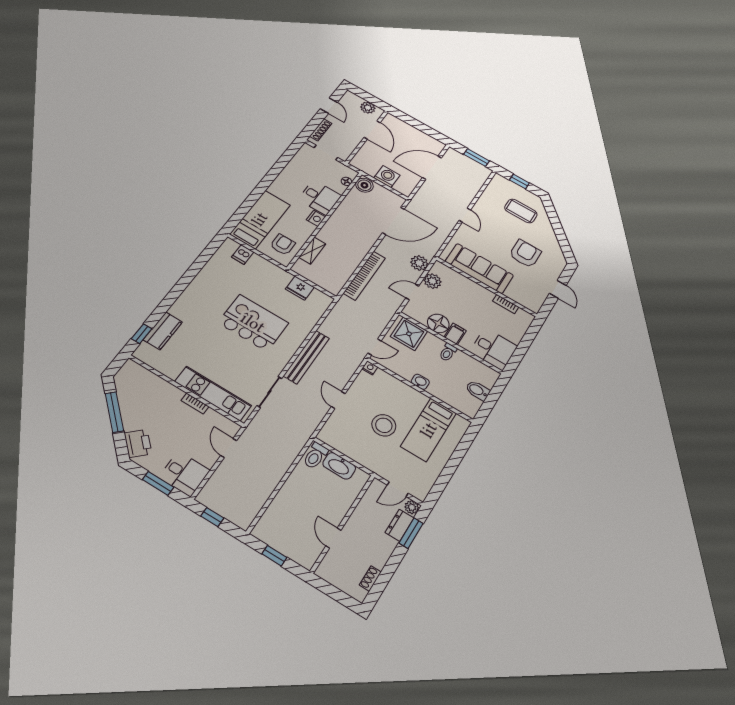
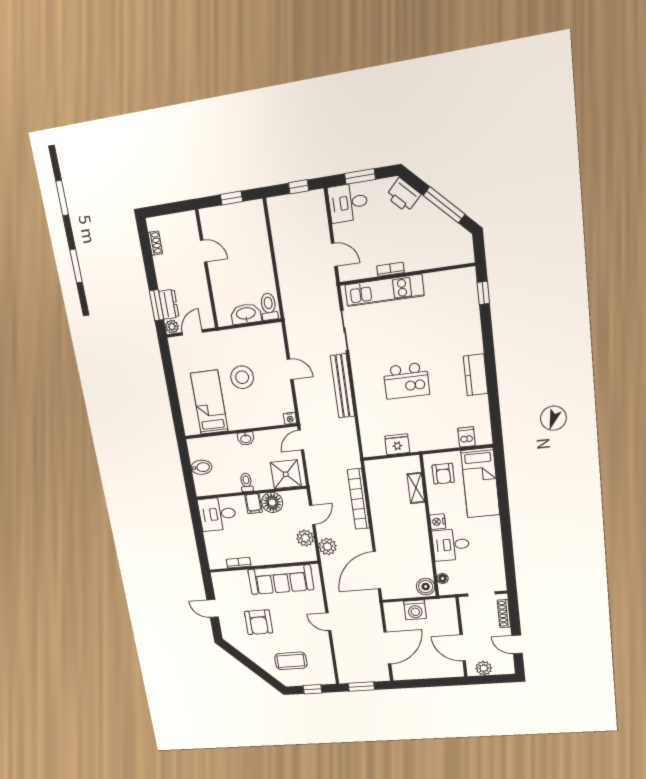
kitchen island: (253, 323) -> (406, 381), width x0.73, depth x0.78
kitchen counter: (163, 331) -> (476, 375), moved

